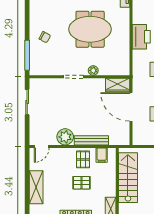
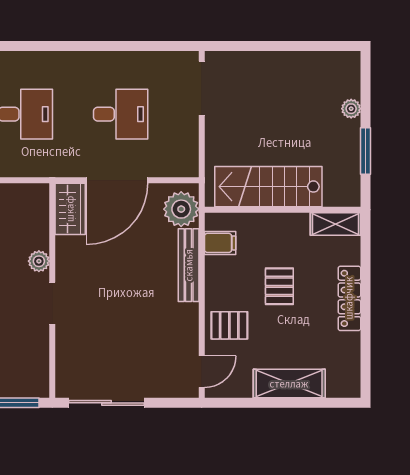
sliding door: (27, 102) -> (107, 403), width x1.37
plant: (65, 137) -> (181, 209), moved
door: (42, 146) -> (202, 372), hinge flipped
pallet: (83, 159) -> (229, 325), moved

